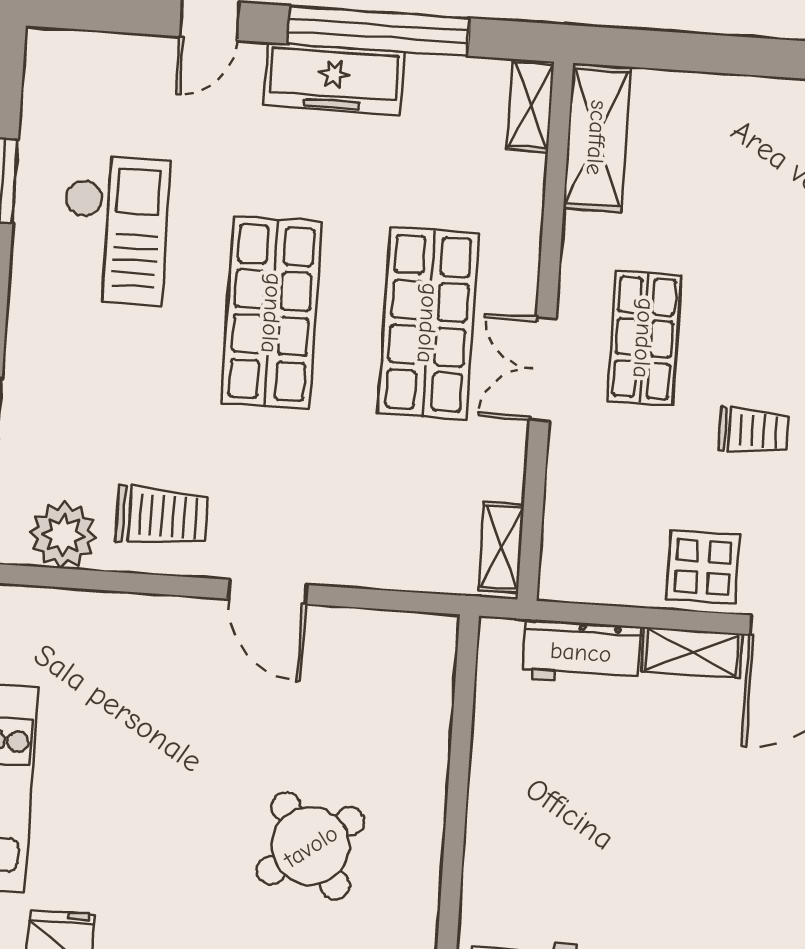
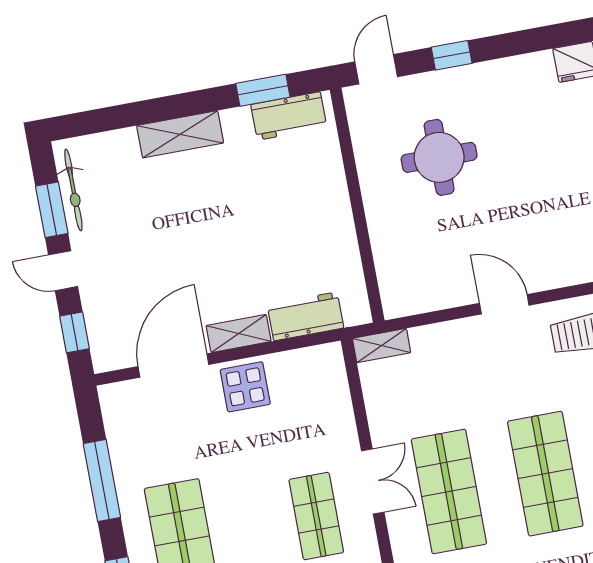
trolley: (754, 431) -> (236, 477), removed
shelving: (501, 547) -> (382, 346), moved, turned 90
round table: (311, 846) -> (439, 157), turned 36

